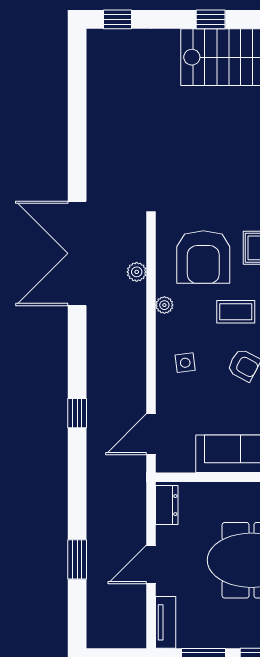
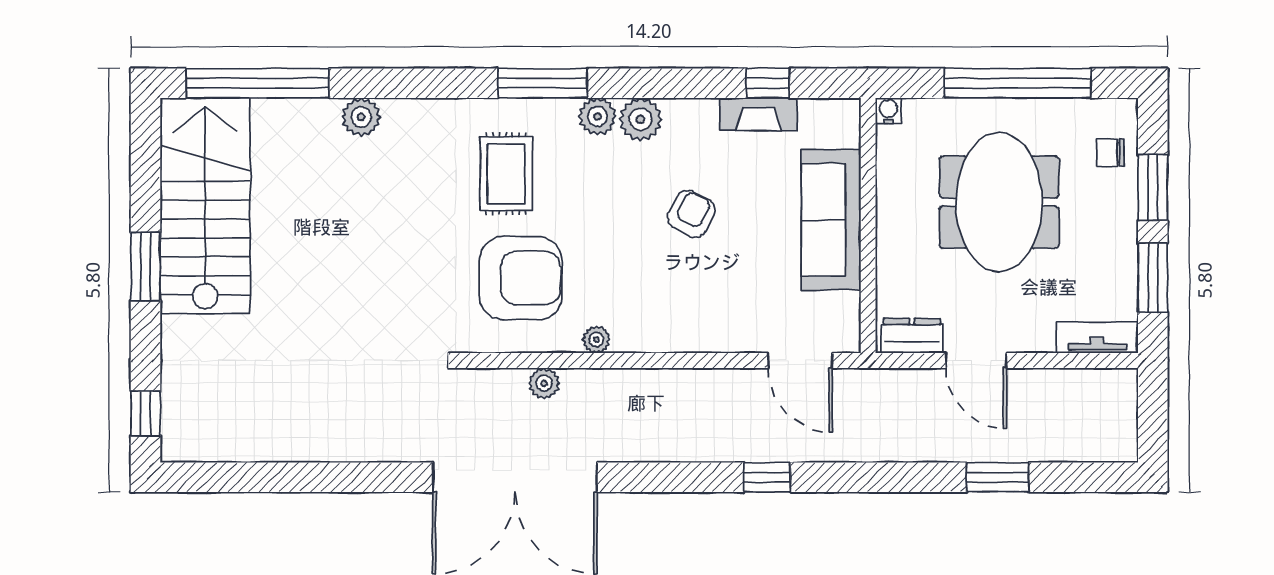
window: (211, 19) -> (146, 267), width x1.50
coffee table: (236, 312) -> (607, 227), removed
side table: (185, 363) -> (687, 307), removed
door: (151, 564) -> (976, 361), moved

